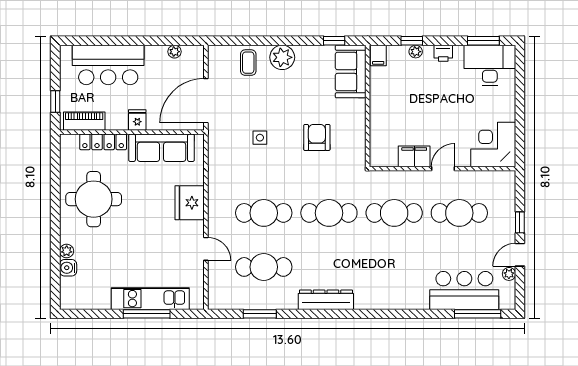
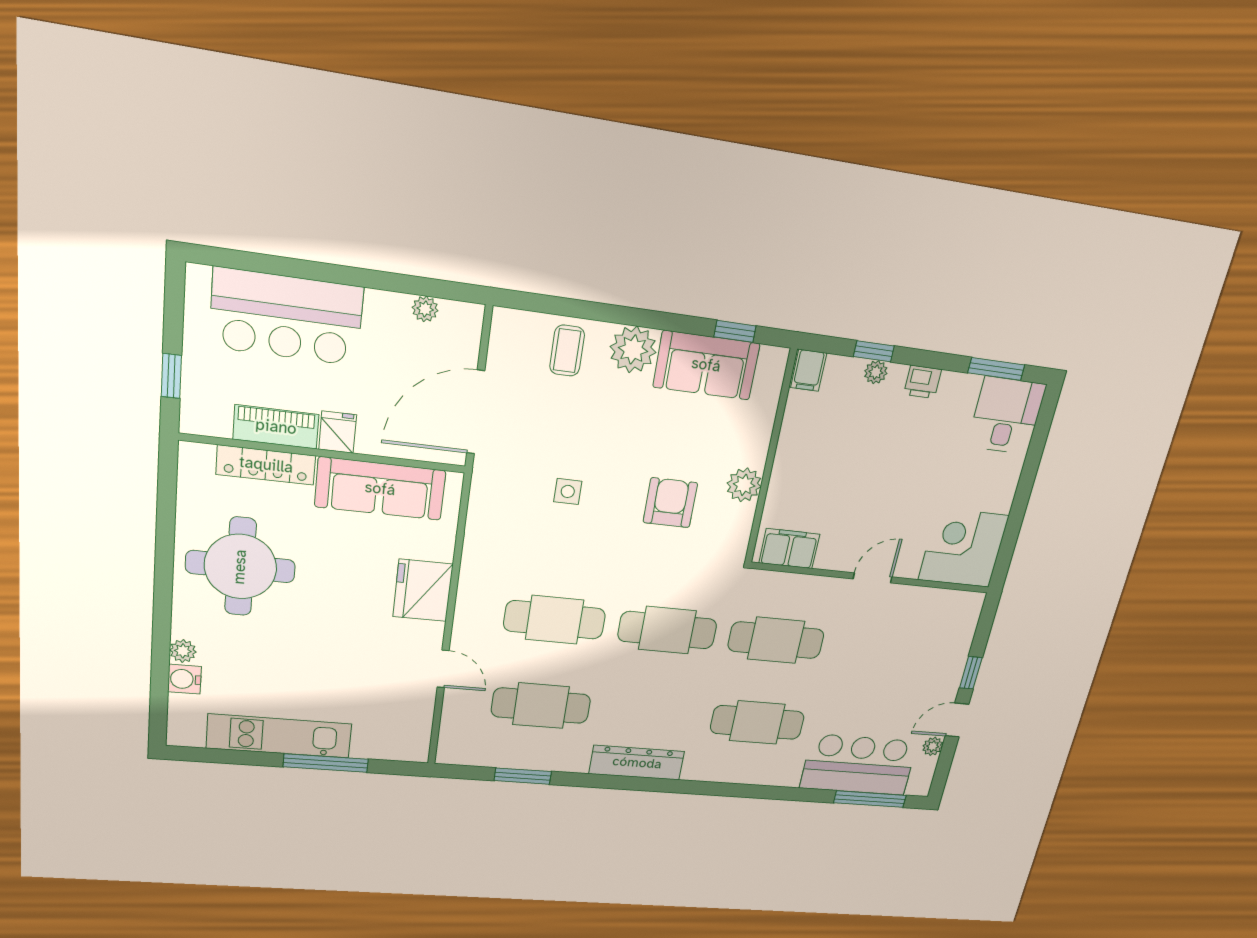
desk: (490, 65) -> (1006, 416), width x0.73
sofa: (351, 72) -> (706, 365), moved, turned -90
piano: (84, 121) -> (276, 427), moved
plant: (356, 123) -> (744, 485), added
filing cabinet: (414, 156) -> (789, 549), moved
cafe table: (459, 213) -> (757, 722), moved
kitchen unit: (150, 299) -> (279, 736), moved

